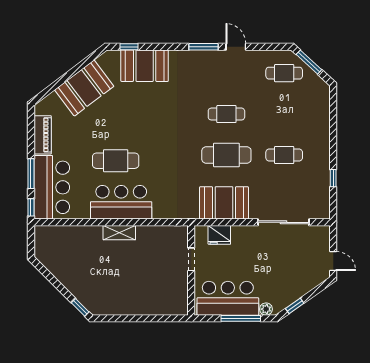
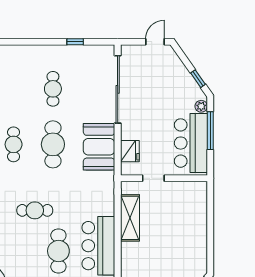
cafe table: (158, 136) -> (35, 210), added
sliding door: (284, 222) -> (118, 89), width x1.36
shelving: (119, 233) -> (130, 218), moved, width x1.50, depth x1.33

